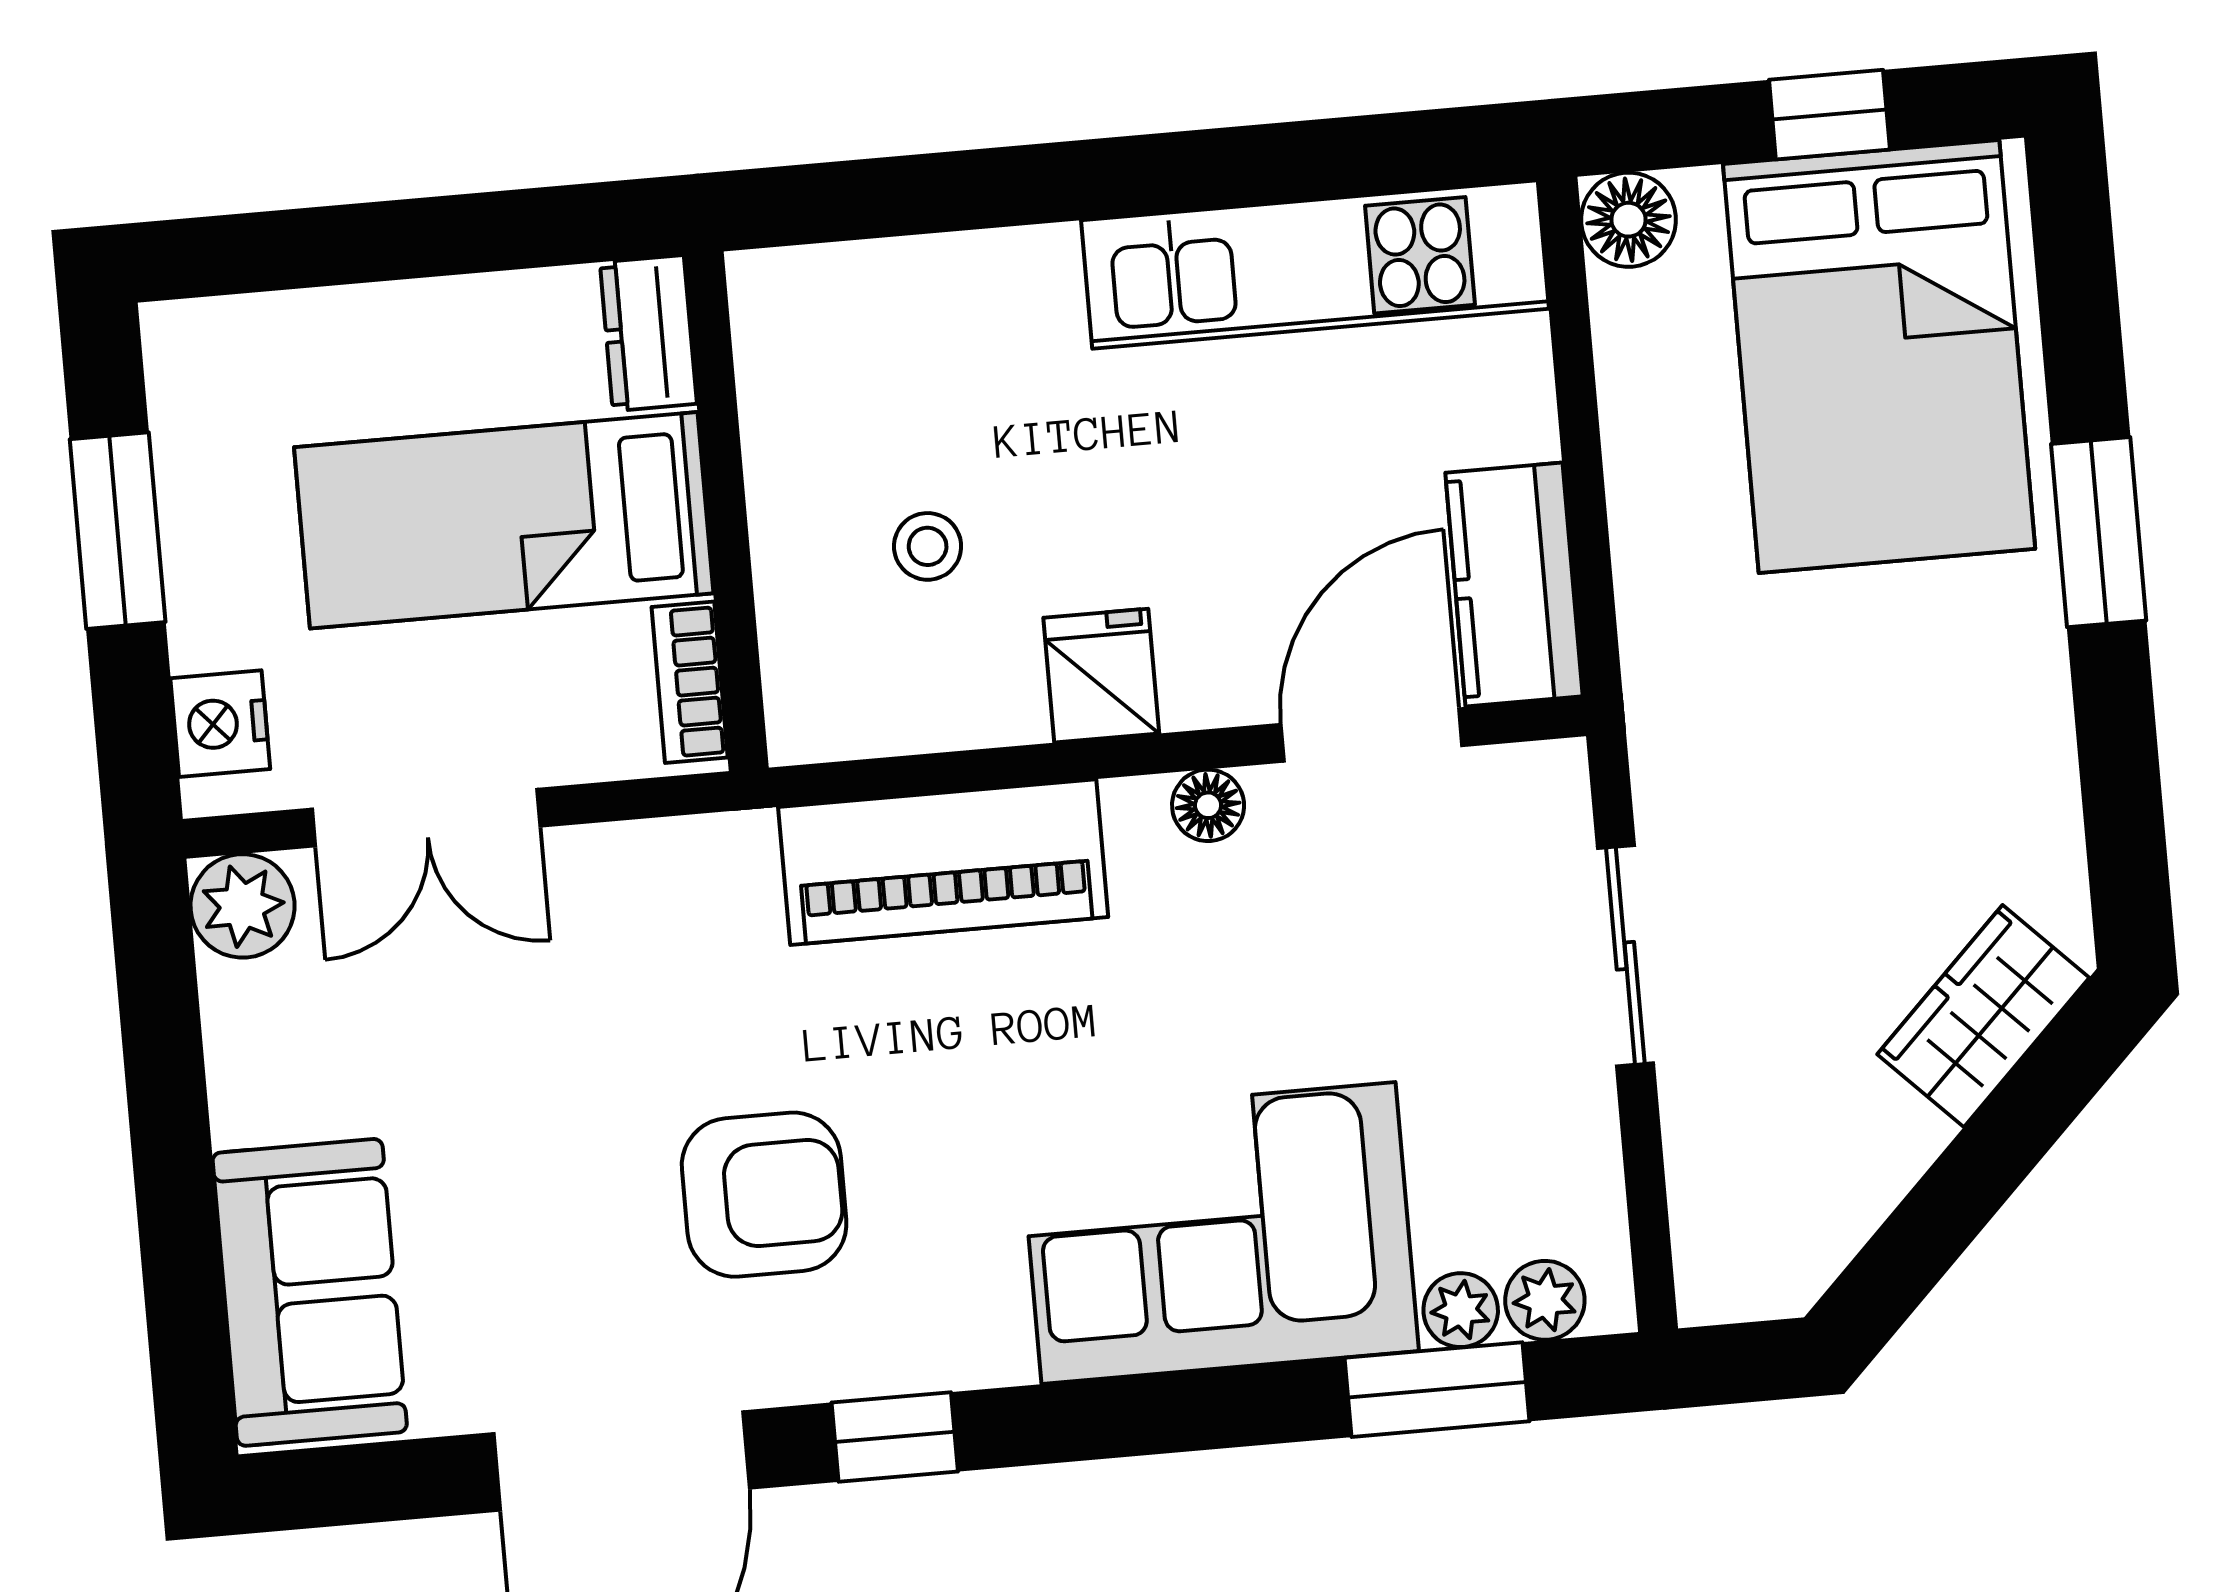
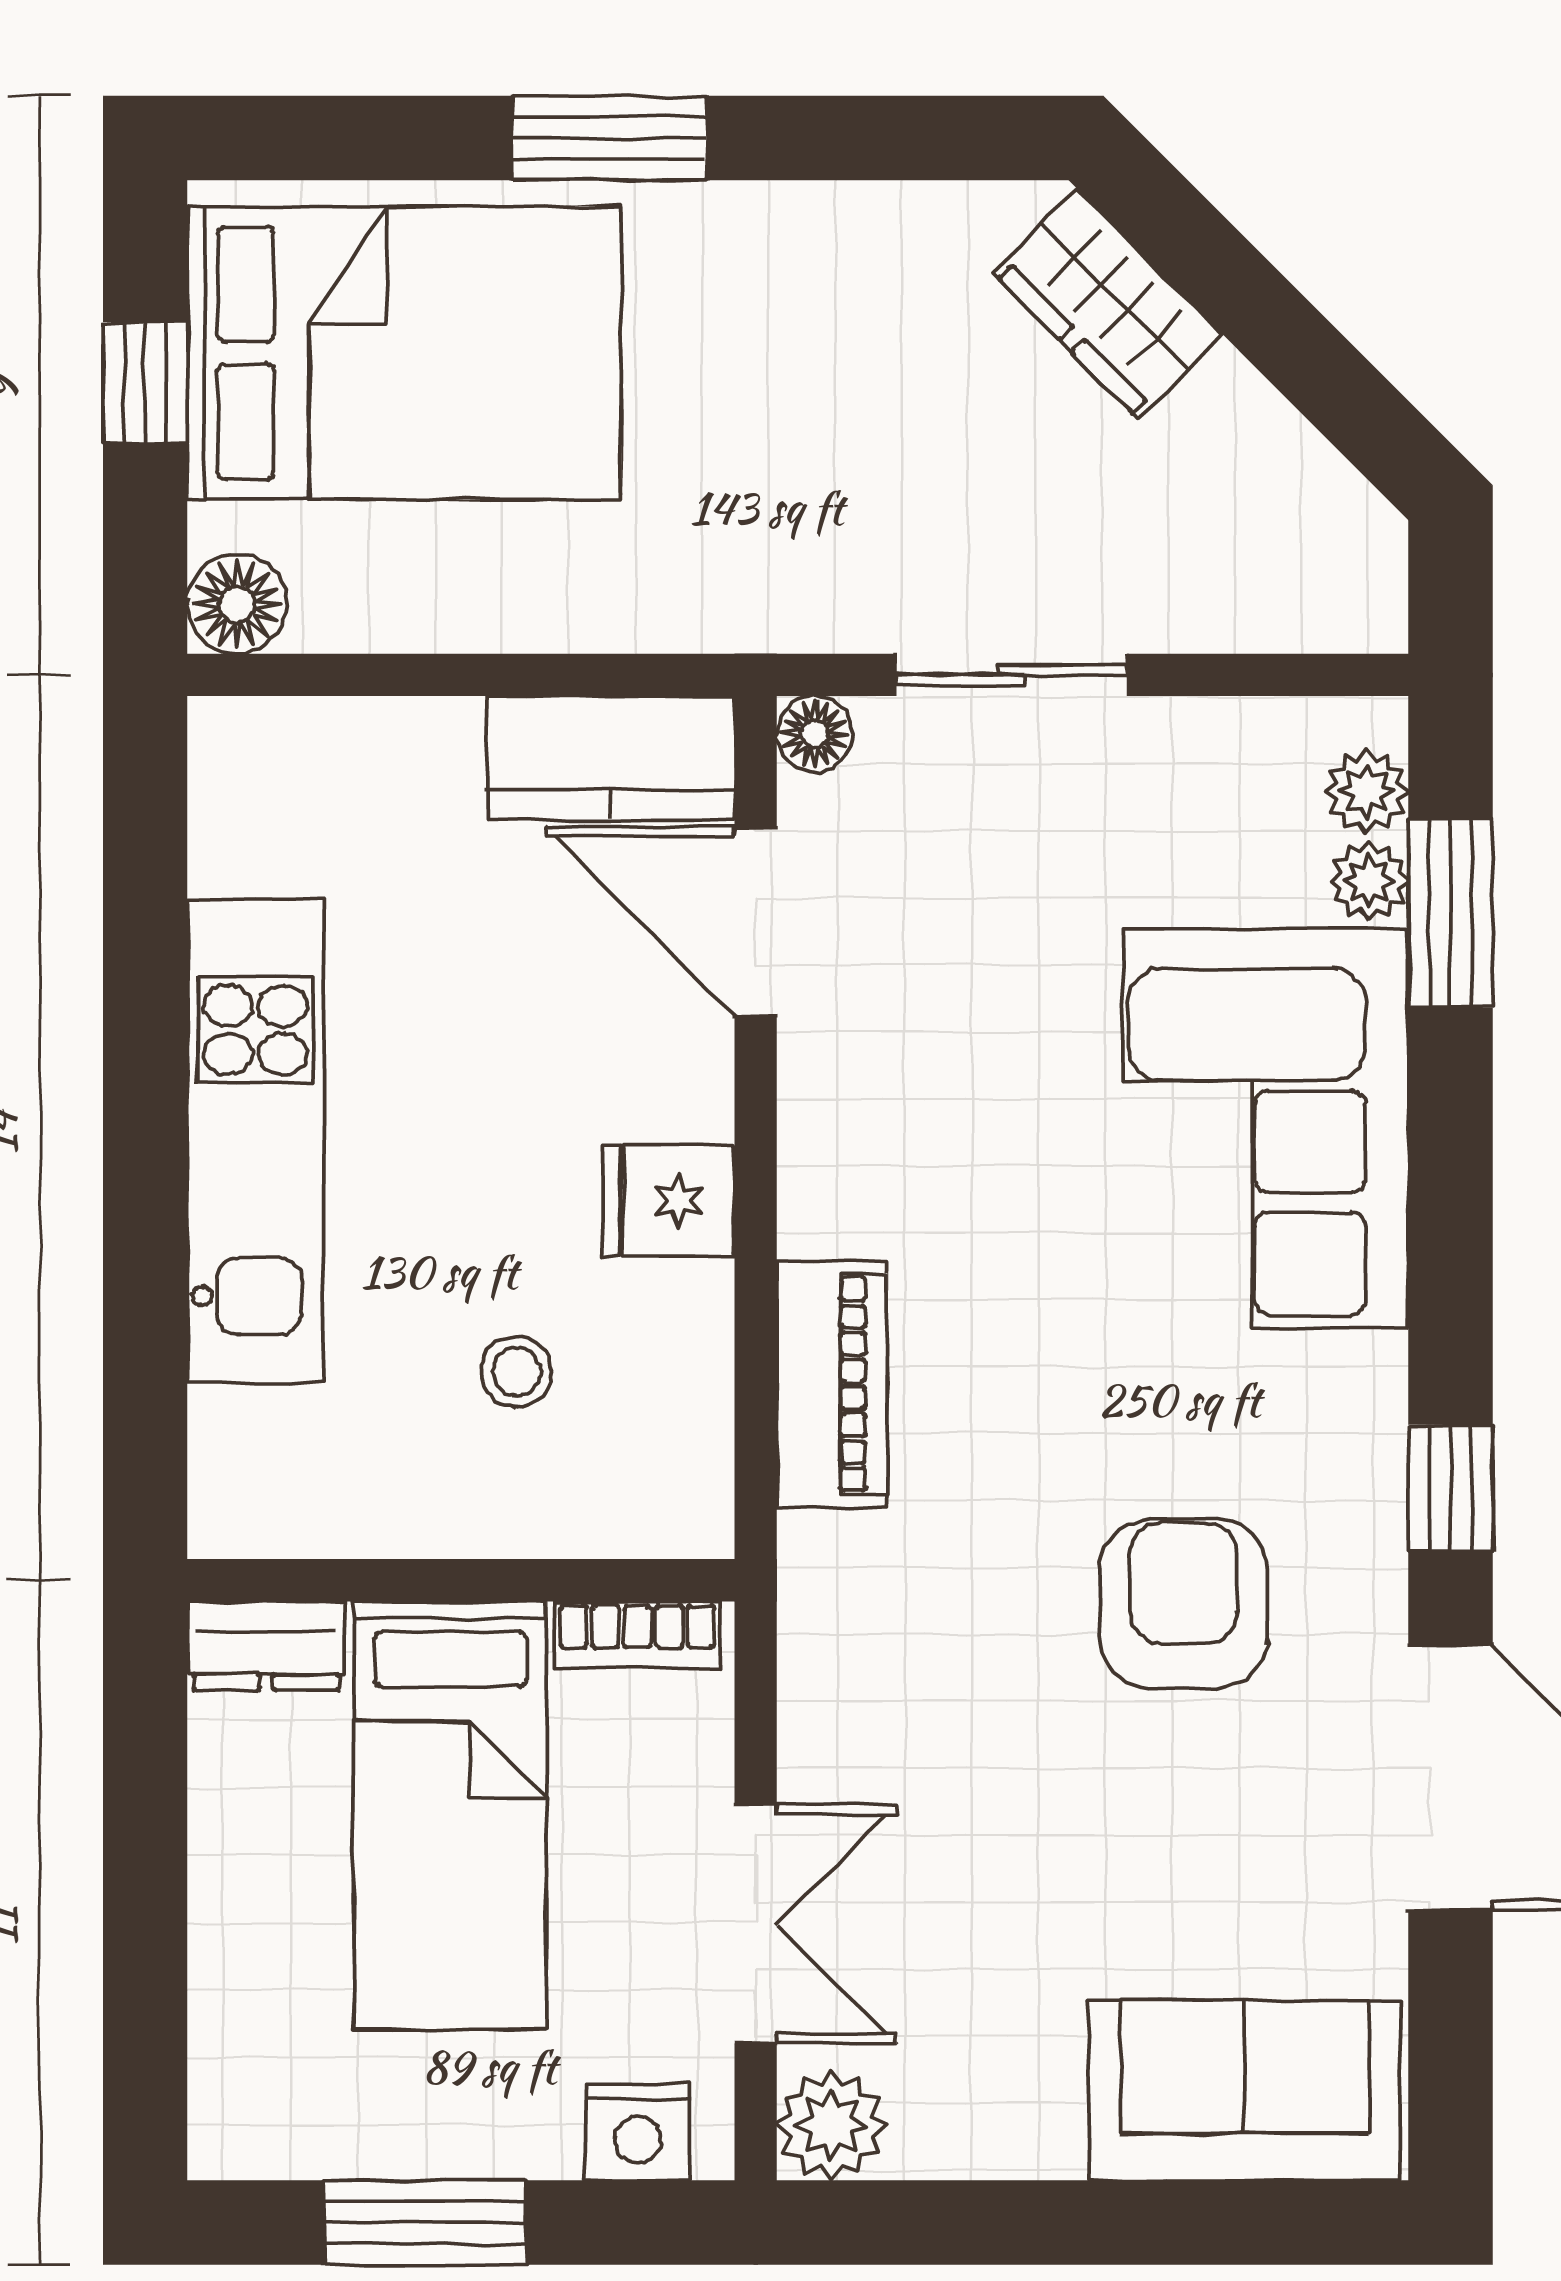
kitchen unit: (1315, 264) -> (255, 1141), moved
floor lamp: (1208, 805) -> (815, 734), moved
piano: (943, 862) -> (832, 1384), width x0.73, depth x0.75

